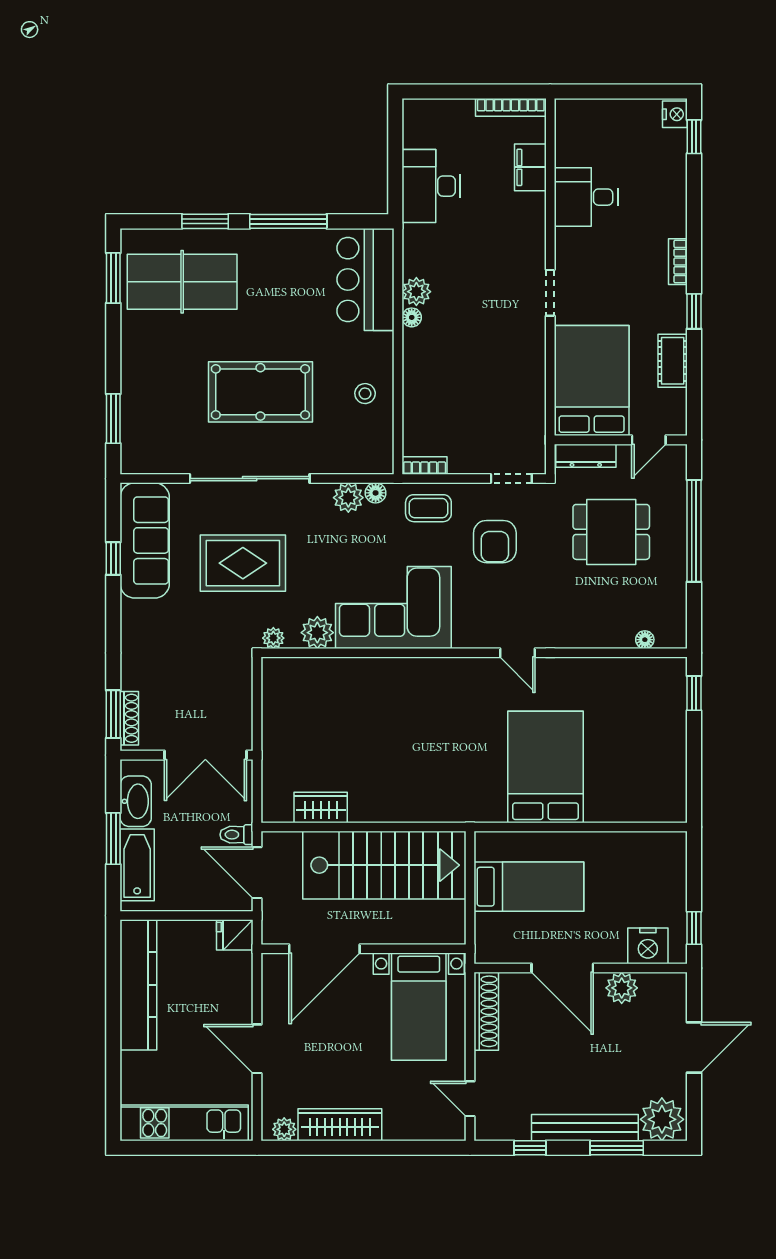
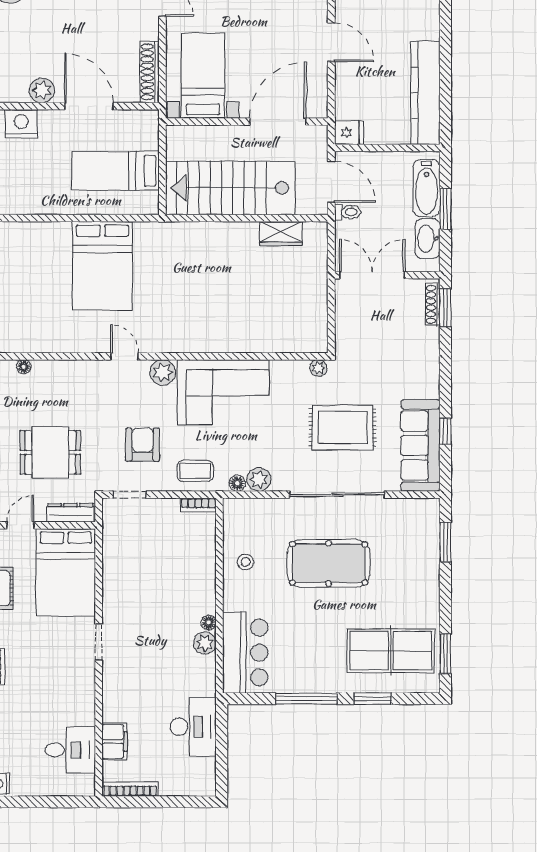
desk: (586, 197) -> (70, 750), moved
plant: (317, 633) -> (163, 372), moved

